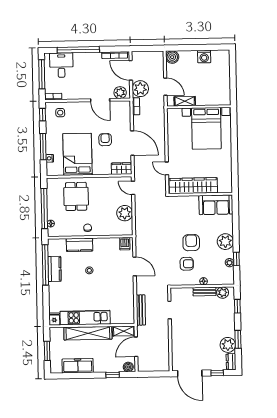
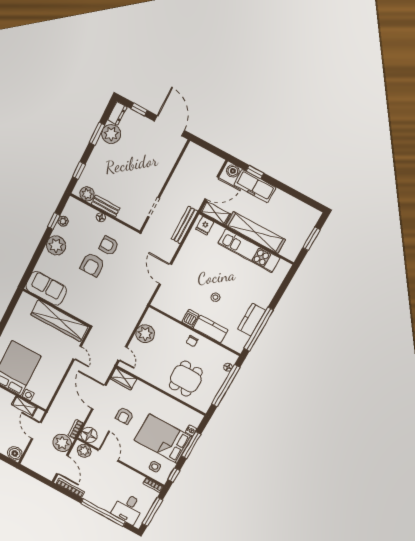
floor lamp: (123, 108) -> (89, 435), added
bed: (78, 154) -> (163, 439), moved, turned 90
dishwasher: (125, 244) -> (190, 318), moved
fridge: (54, 319) -> (205, 226), moved
freezer: (78, 366) -> (255, 186), moved

